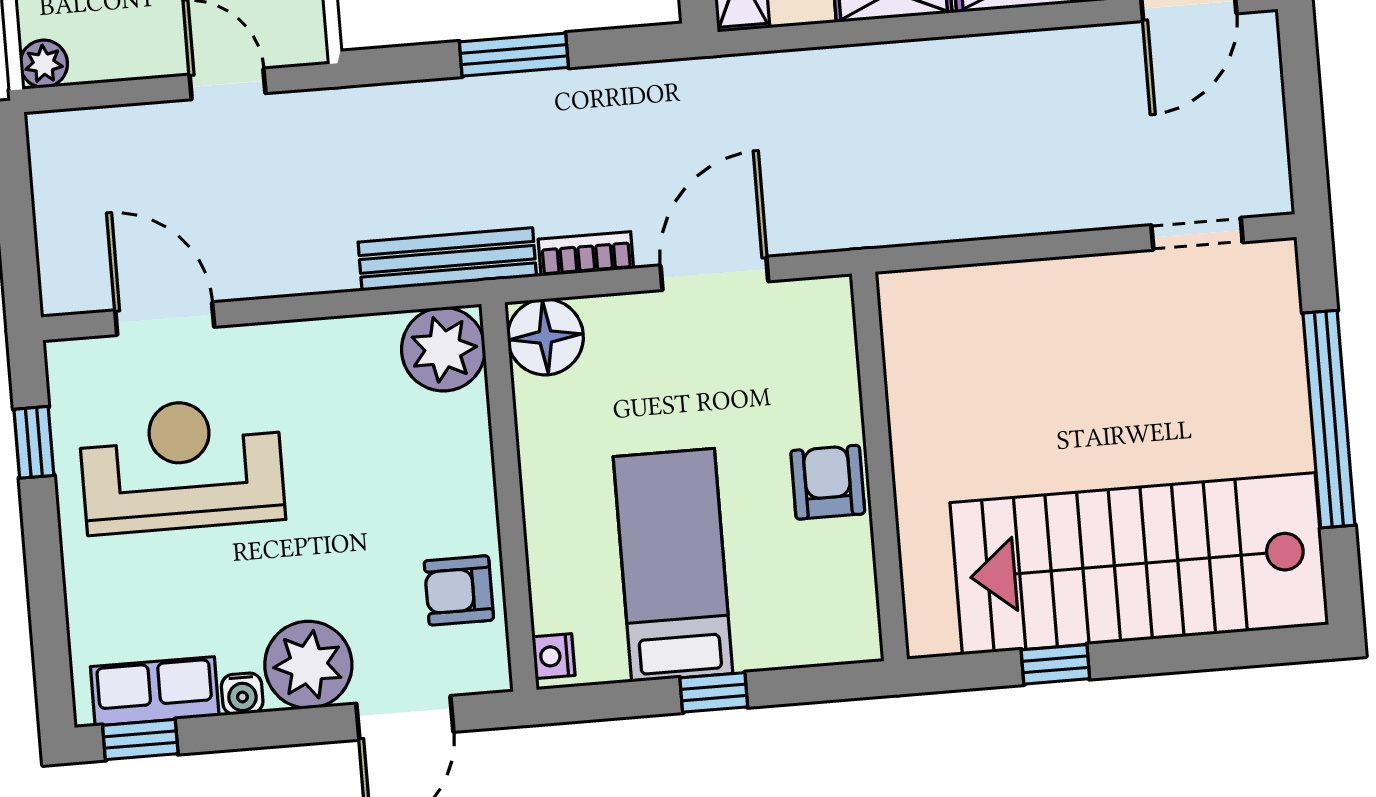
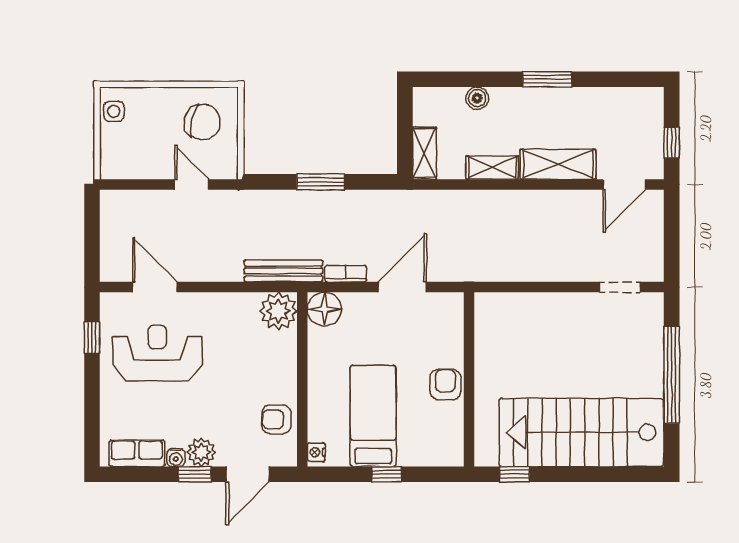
plant: (44, 64) -> (110, 169), removed
window: (1055, 664) -> (515, 474), moved
plant: (308, 665) -> (201, 452), width x0.73, depth x0.73
window: (140, 740) -> (195, 474), moved

